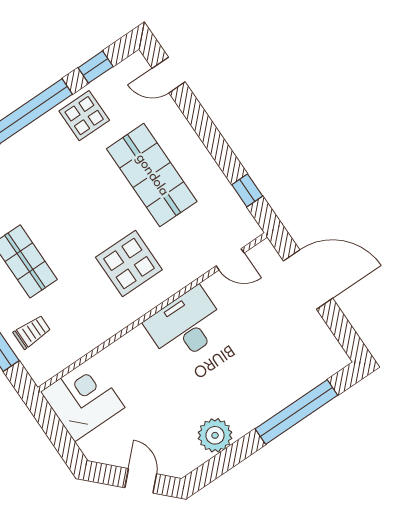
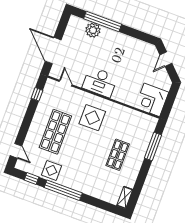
trolley: (32, 332) -> (141, 135), removed
plant: (215, 435) -> (93, 30), moved

